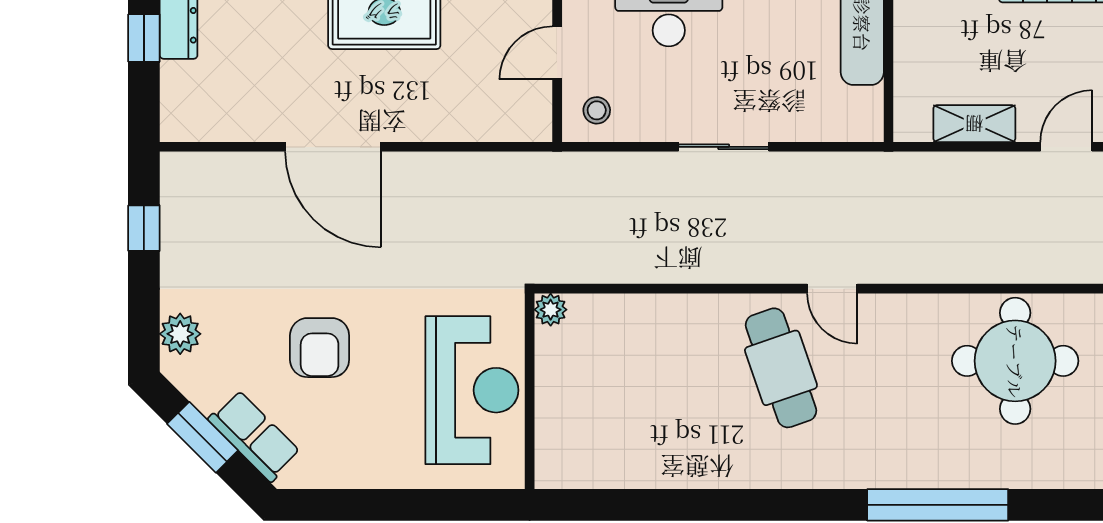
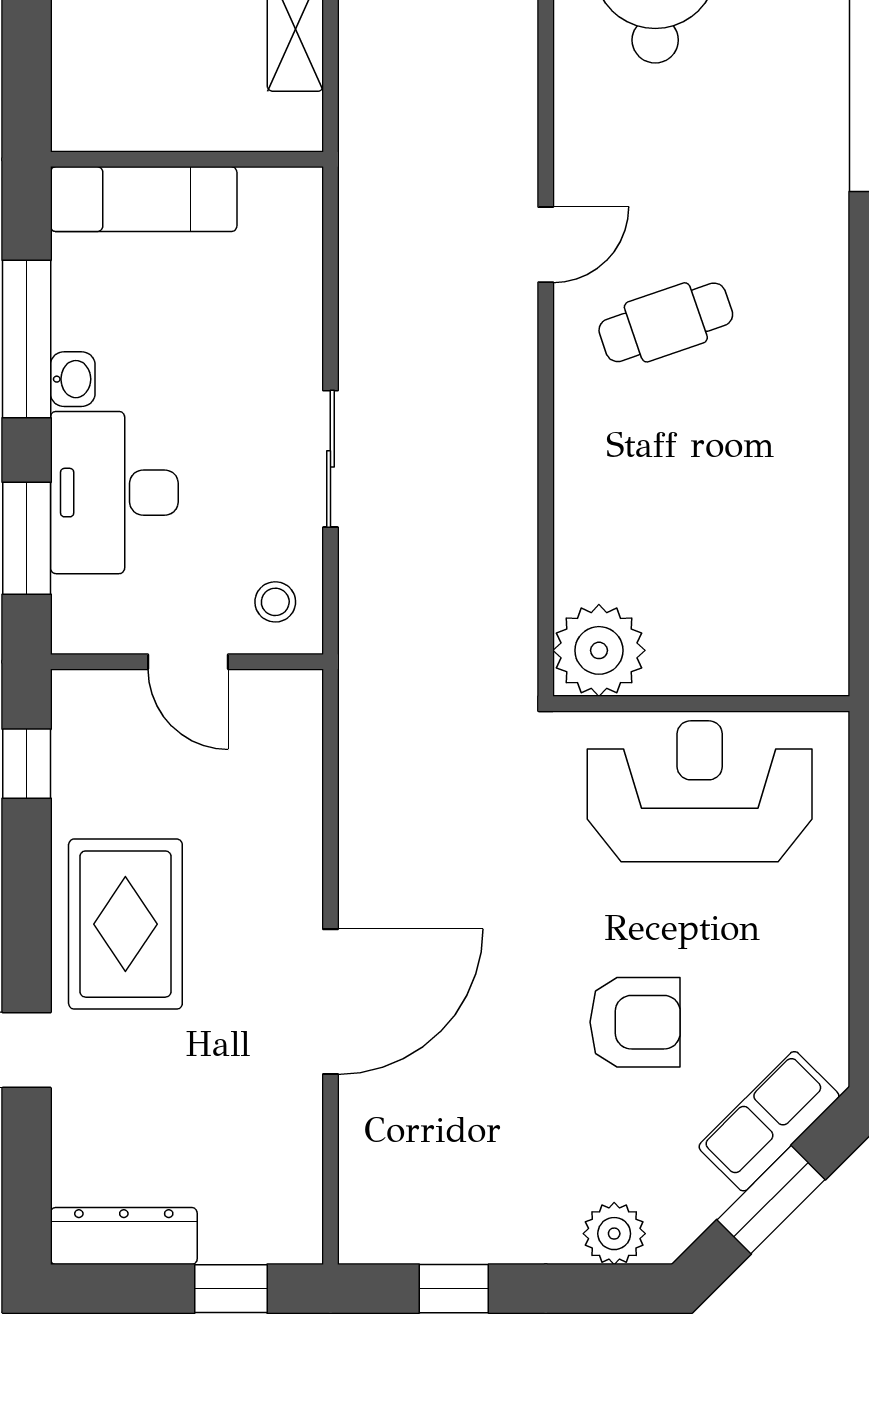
window: (144, 38) -> (231, 1289), moved
sliding door: (724, 147) -> (330, 459), moved
plant: (551, 310) -> (599, 650), width x1.88, depth x1.88
cafe table: (781, 368) -> (666, 322), width x0.73, depth x0.74

